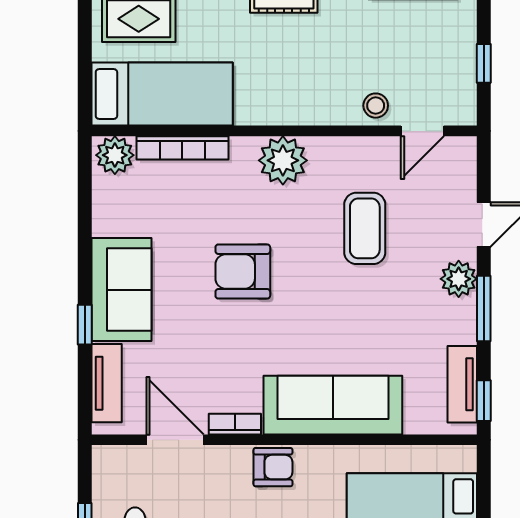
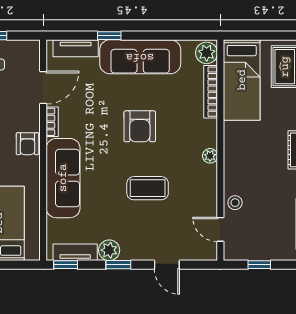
plant: (283, 160) -> (210, 156), width x0.53, depth x0.53
coffee table: (365, 228) -> (148, 188), moved
armchair: (243, 272) -> (140, 126), turned 180
plant: (459, 279) -> (109, 250), moved
sofa: (122, 290) -> (140, 57), width x1.36
window: (484, 309) -> (118, 265), width x0.67

